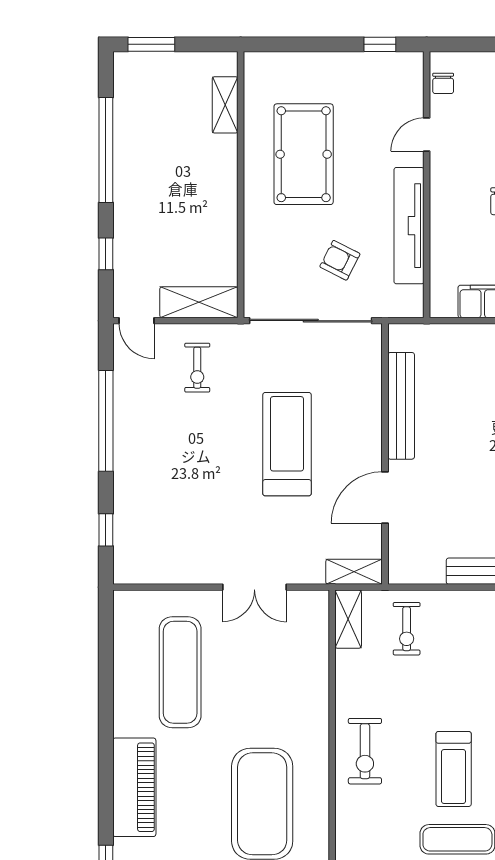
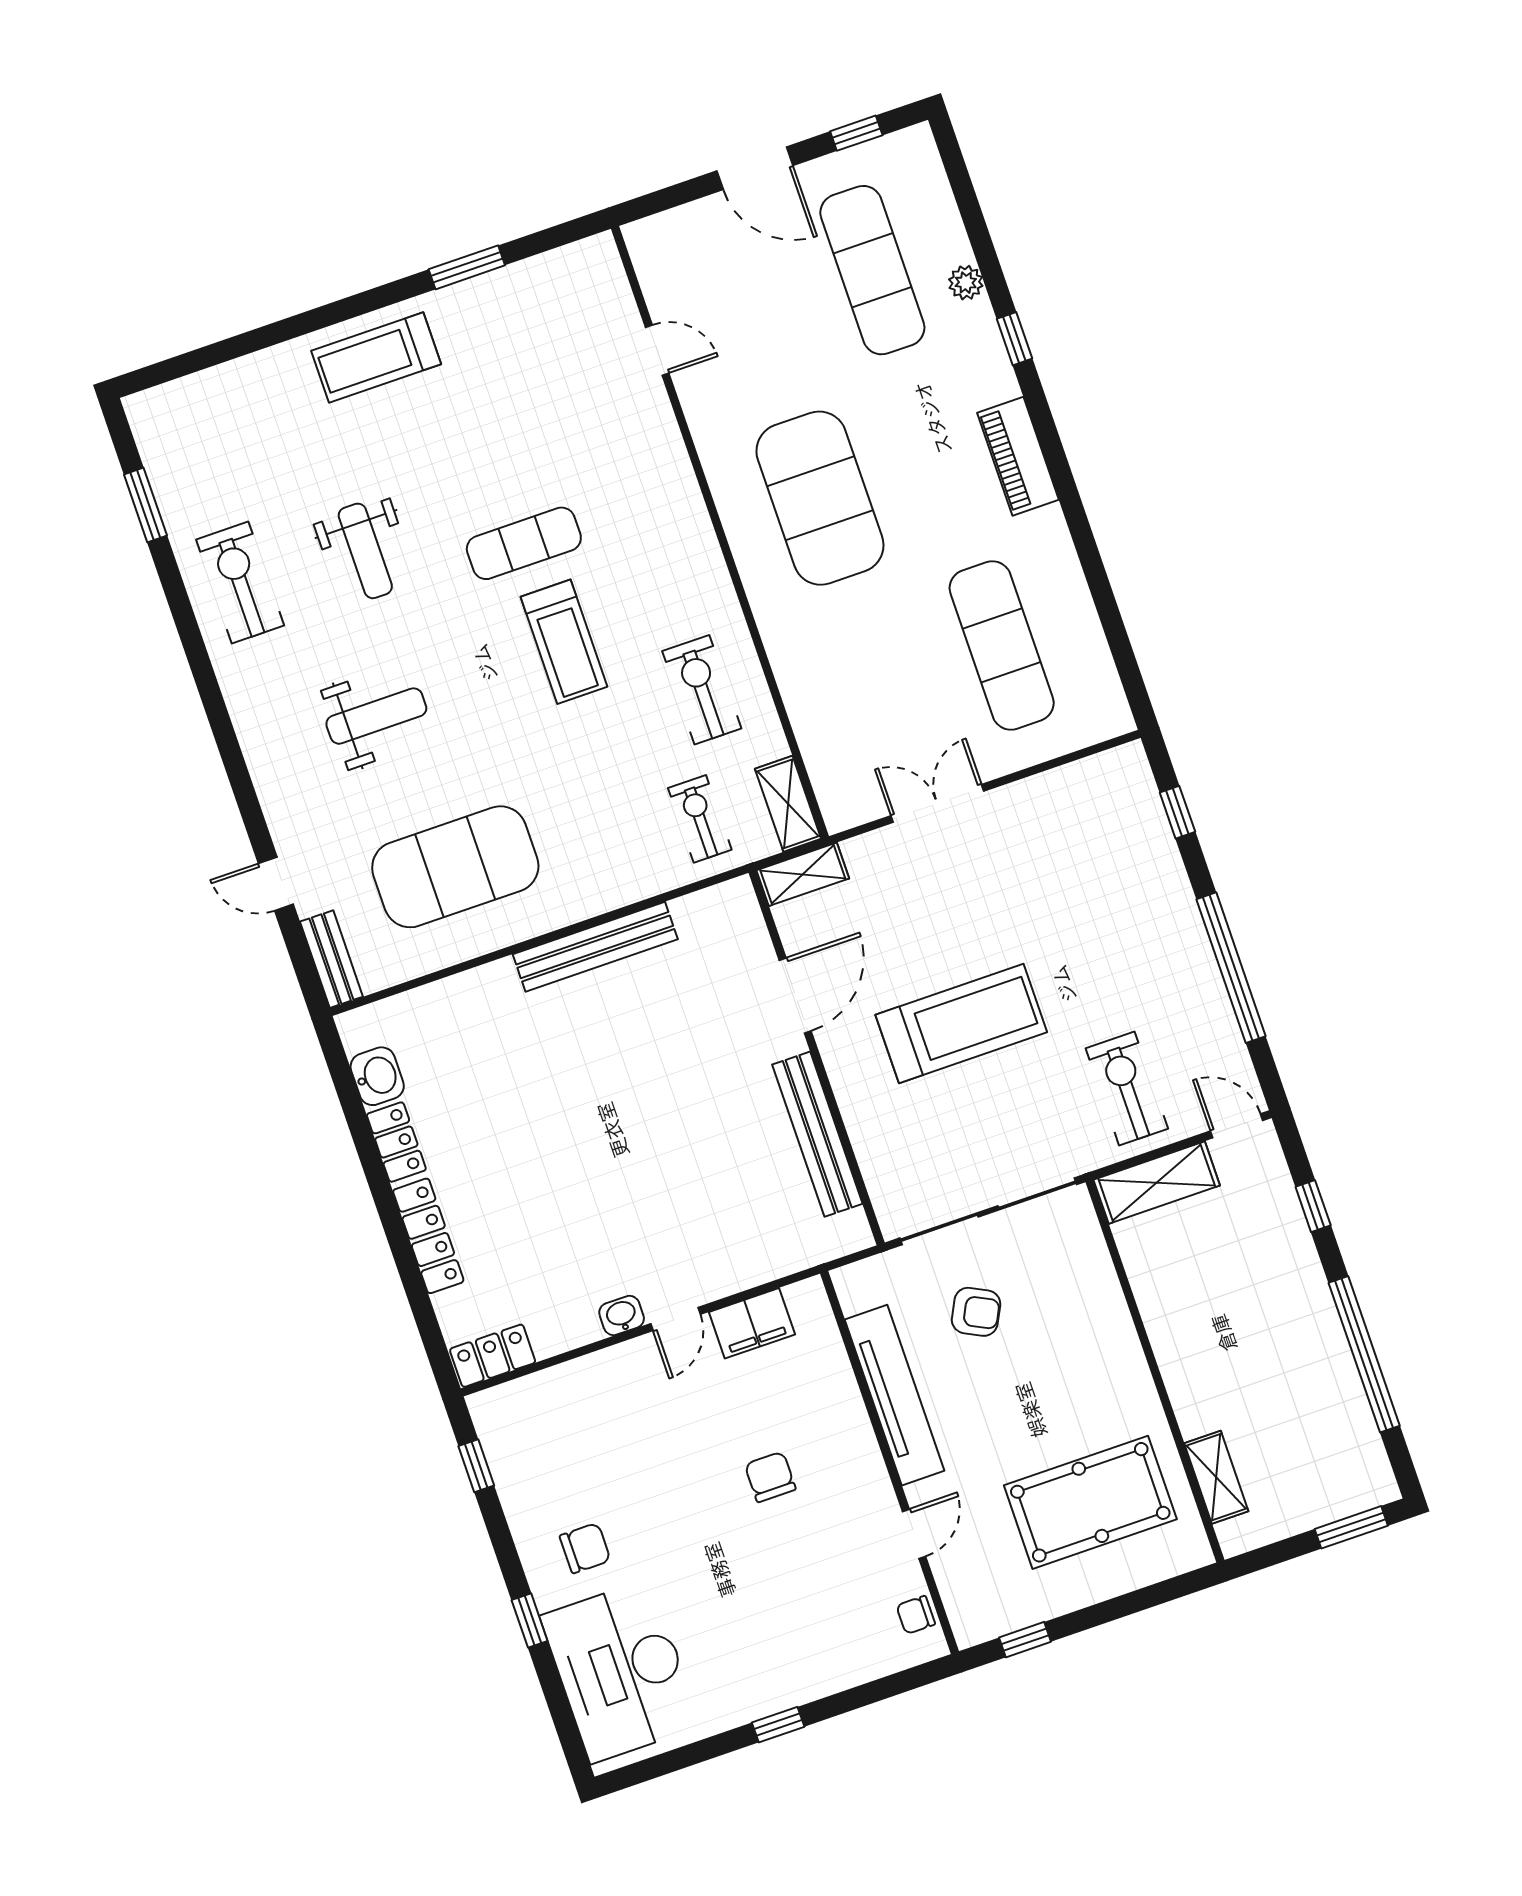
chair: (443, 83) -> (916, 1615), turned -90
pool table: (304, 154) -> (1090, 1502), moved, turned 90
exercise bike: (197, 368) -> (1127, 1088), width x1.38, depth x1.39
treadmill: (287, 444) -> (961, 1023), turned -90
exercise bike: (365, 751) -> (702, 690), moved
treadmill: (454, 769) -> (564, 642), turned 180
piano: (134, 787) -> (1018, 456), width x0.73, depth x0.75

